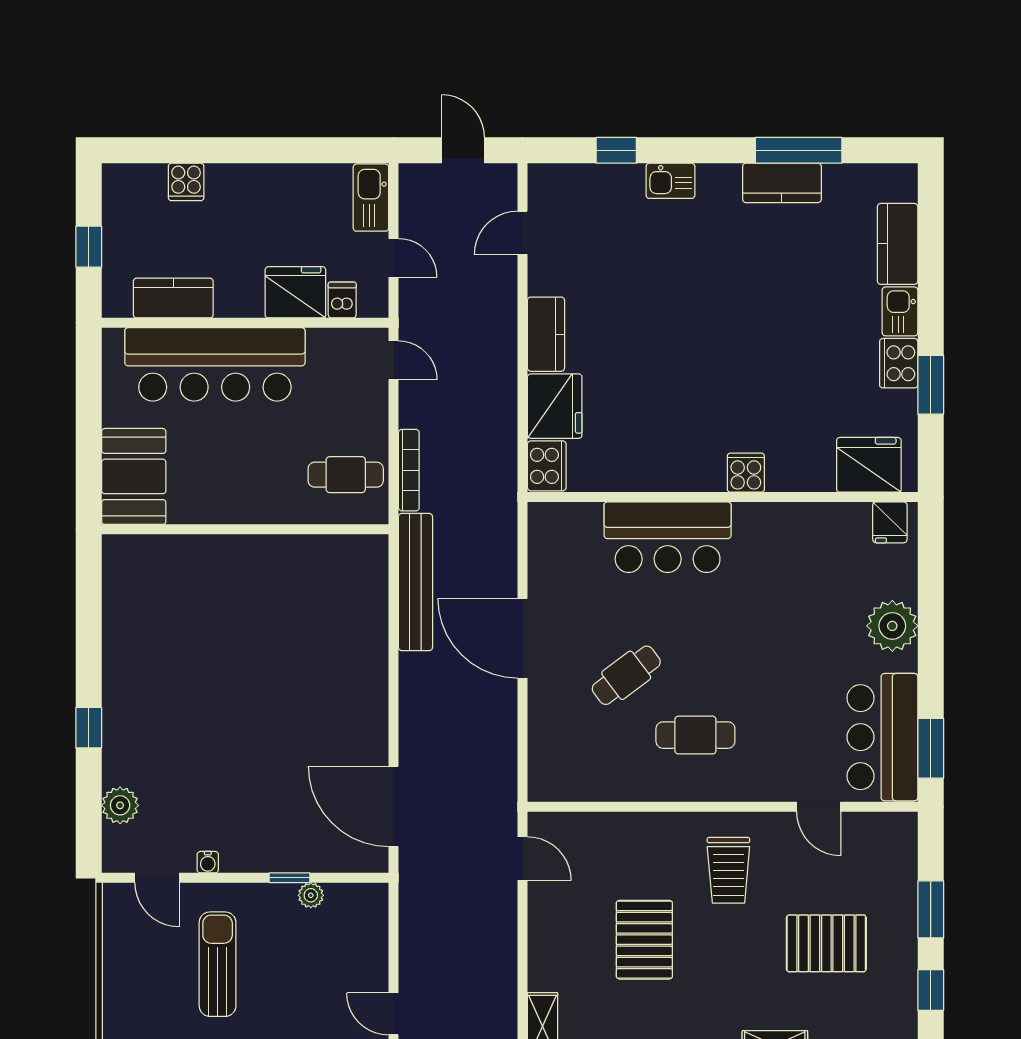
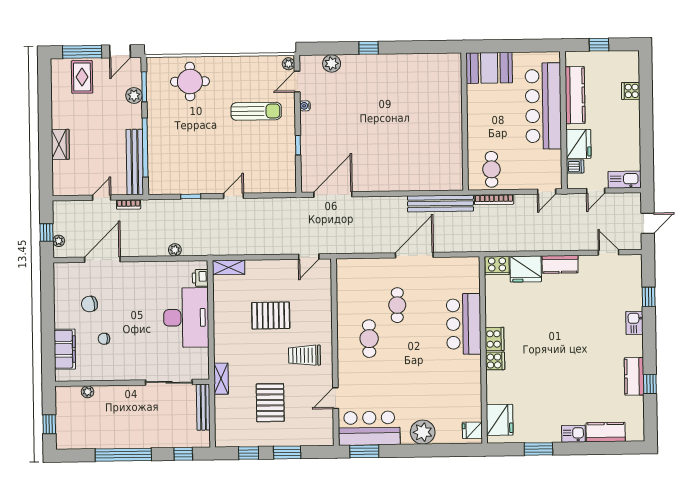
window: (799, 150) -> (650, 384), width x0.46
kitchen counter: (173, 298) -> (575, 95), width x1.50
cooker: (899, 363) -> (495, 339), moved, turned 90
cafe table: (626, 675) -> (397, 305), turned 38
plant: (311, 895) -> (288, 64), moved

